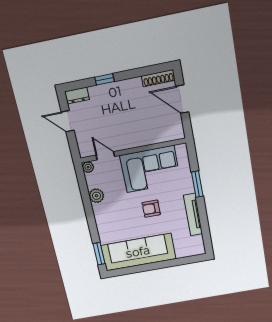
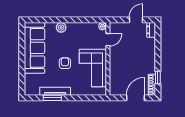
window: (104, 79) -> (158, 78), moved
window: (197, 184) -> (52, 98), moved
plant: (96, 196) -> (61, 27), moved
window: (99, 254) -> (39, 20), removed

